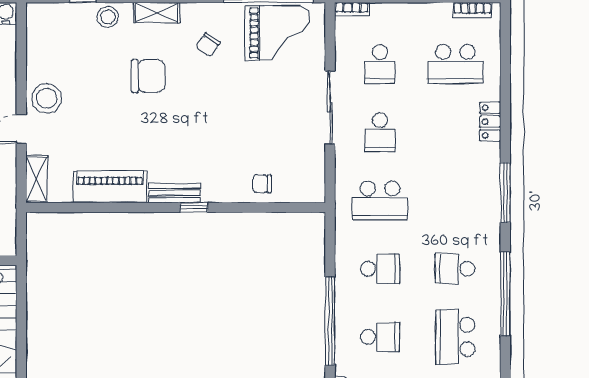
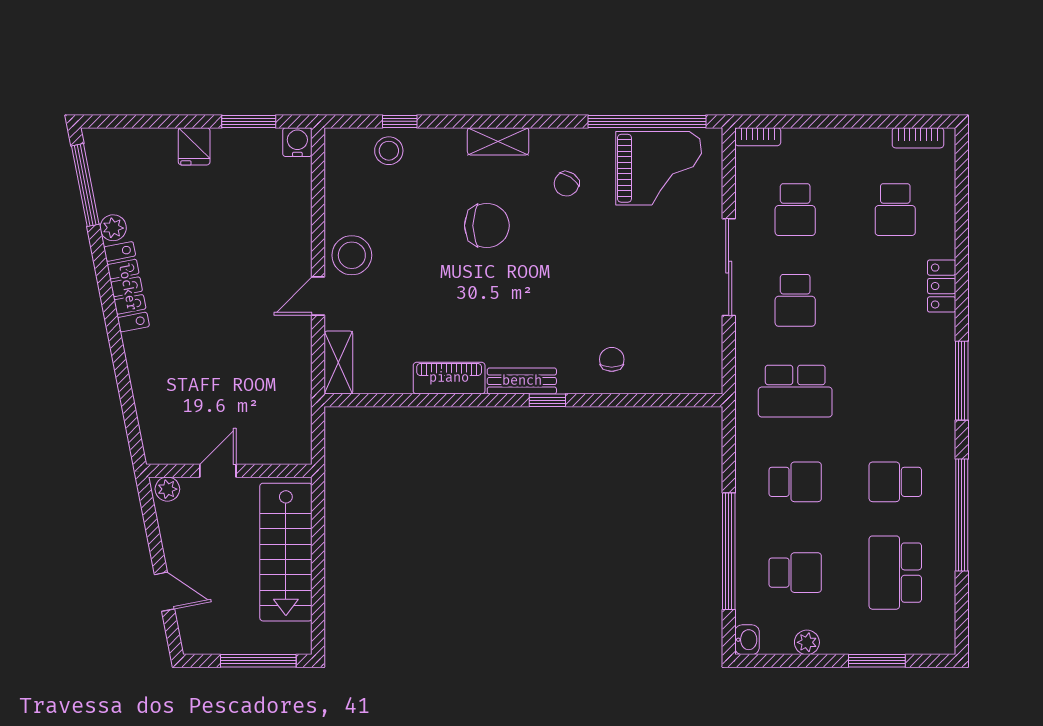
stool: (108, 17) -> (389, 151), moved
school desk: (455, 64) -> (895, 210), width x0.54
chair: (262, 184) -> (612, 359), moved, turned 90
piano: (110, 187) -> (449, 378), width x0.73, depth x0.75

